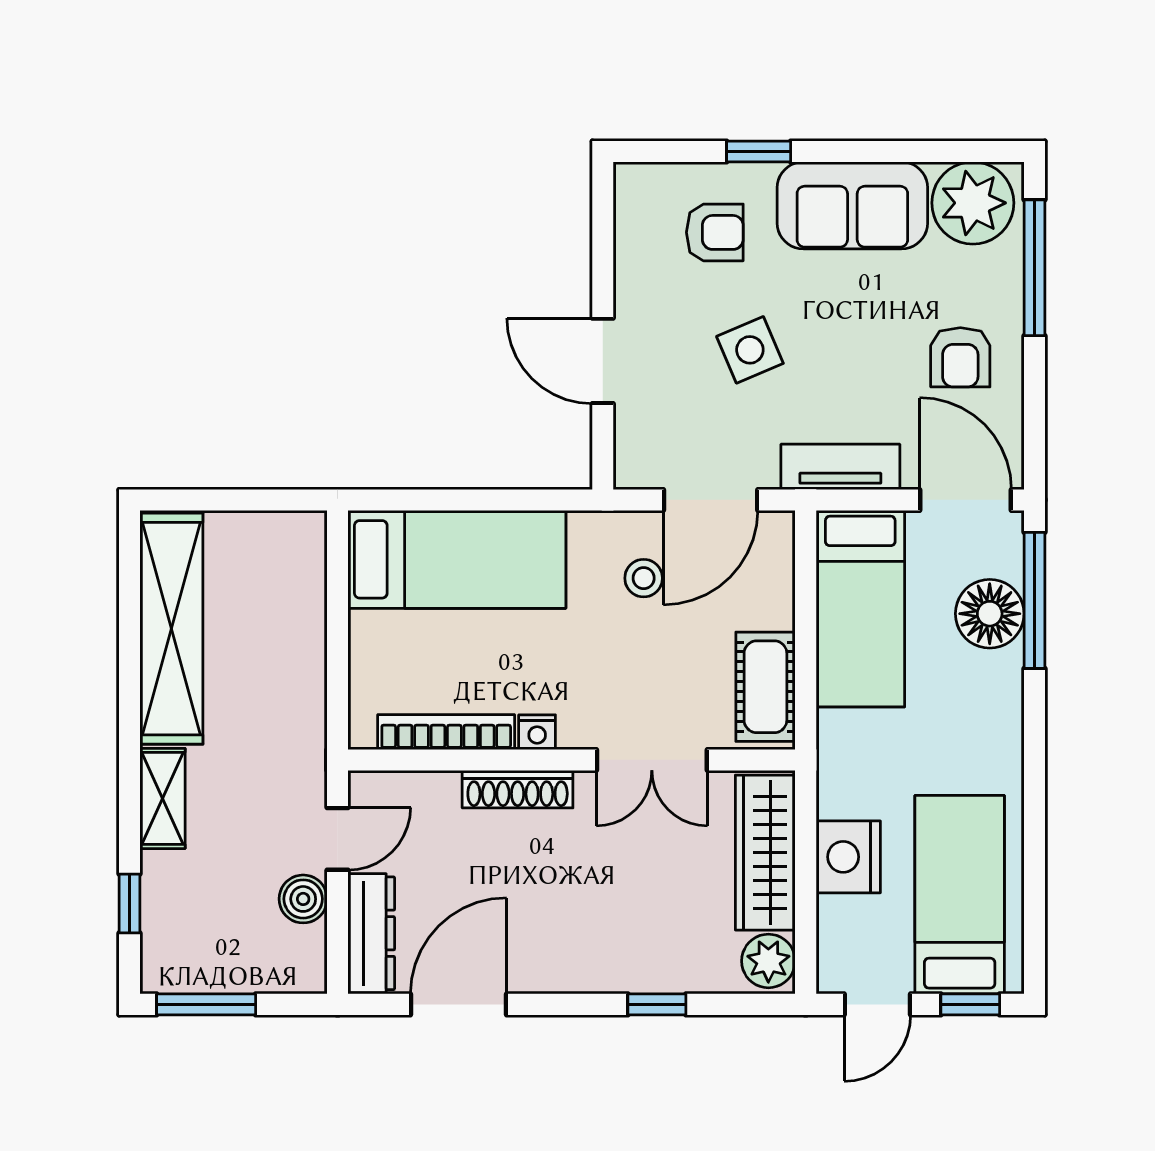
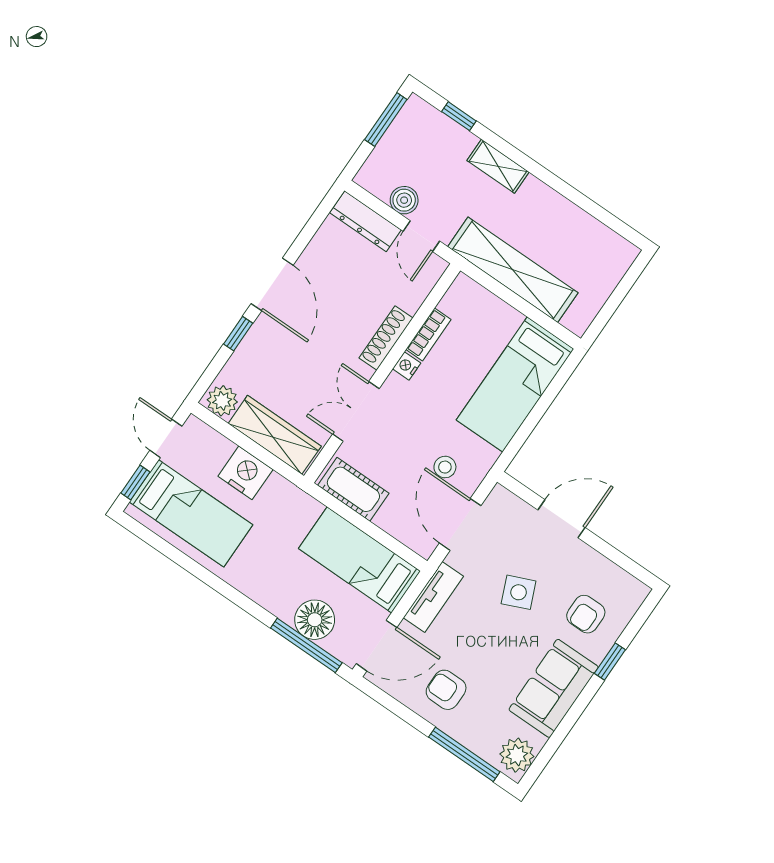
plant: (973, 203) -> (517, 755), width x0.73, depth x0.73
shelving: (171, 629) -> (513, 270), moved
bookcase: (446, 732) -> (428, 334), width x0.64
door: (459, 1004) -> (272, 284), moved

